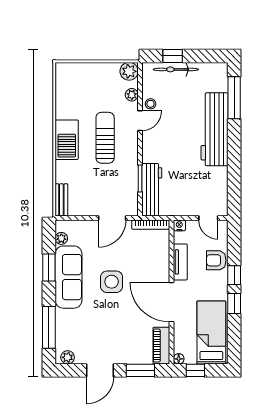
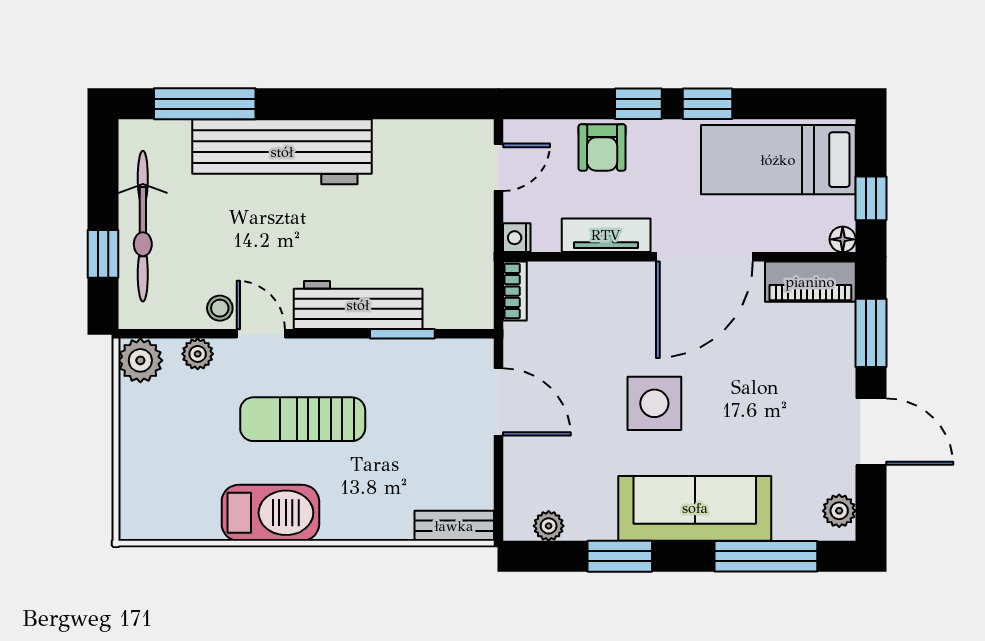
bicycle: (176, 69) -> (143, 226), width x1.37, depth x1.40
barbecue: (67, 140) -> (270, 513), moved
workbench: (152, 190) -> (358, 305), moved
bookcase: (151, 225) -> (515, 291), width x0.64
sofa: (69, 277) -> (695, 508), moved

